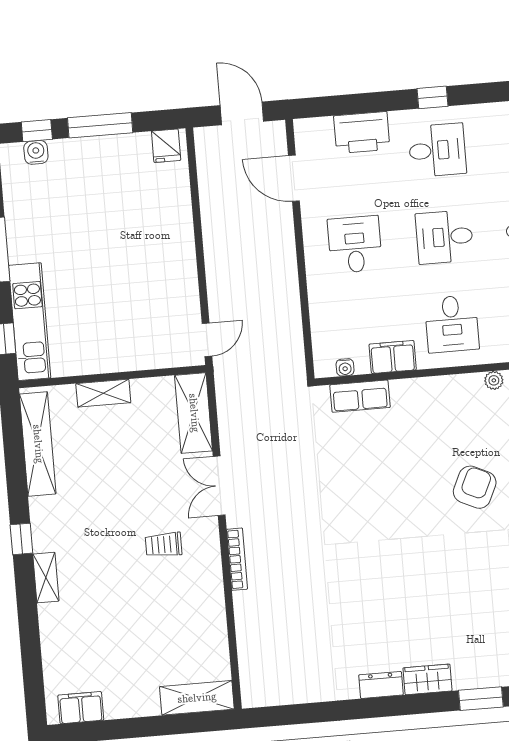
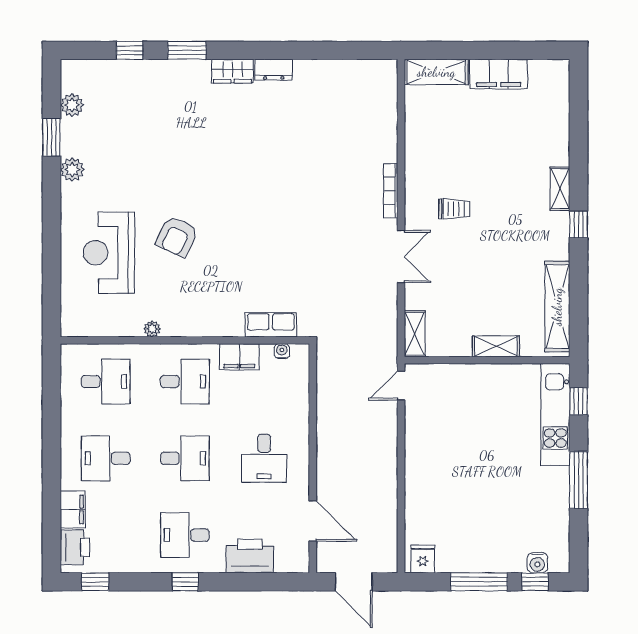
desk: (452, 324) -> (185, 382), turned 90
shelving: (194, 413) -> (415, 334), width x0.67, depth x0.75
filing cabinet: (81, 708) -> (499, 74), moved, width x1.50, depth x1.17

